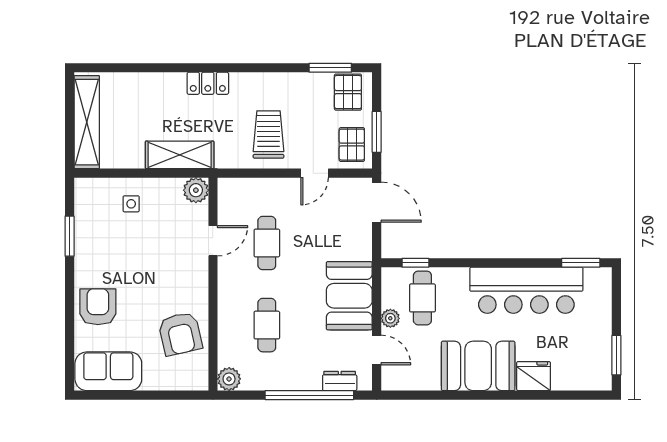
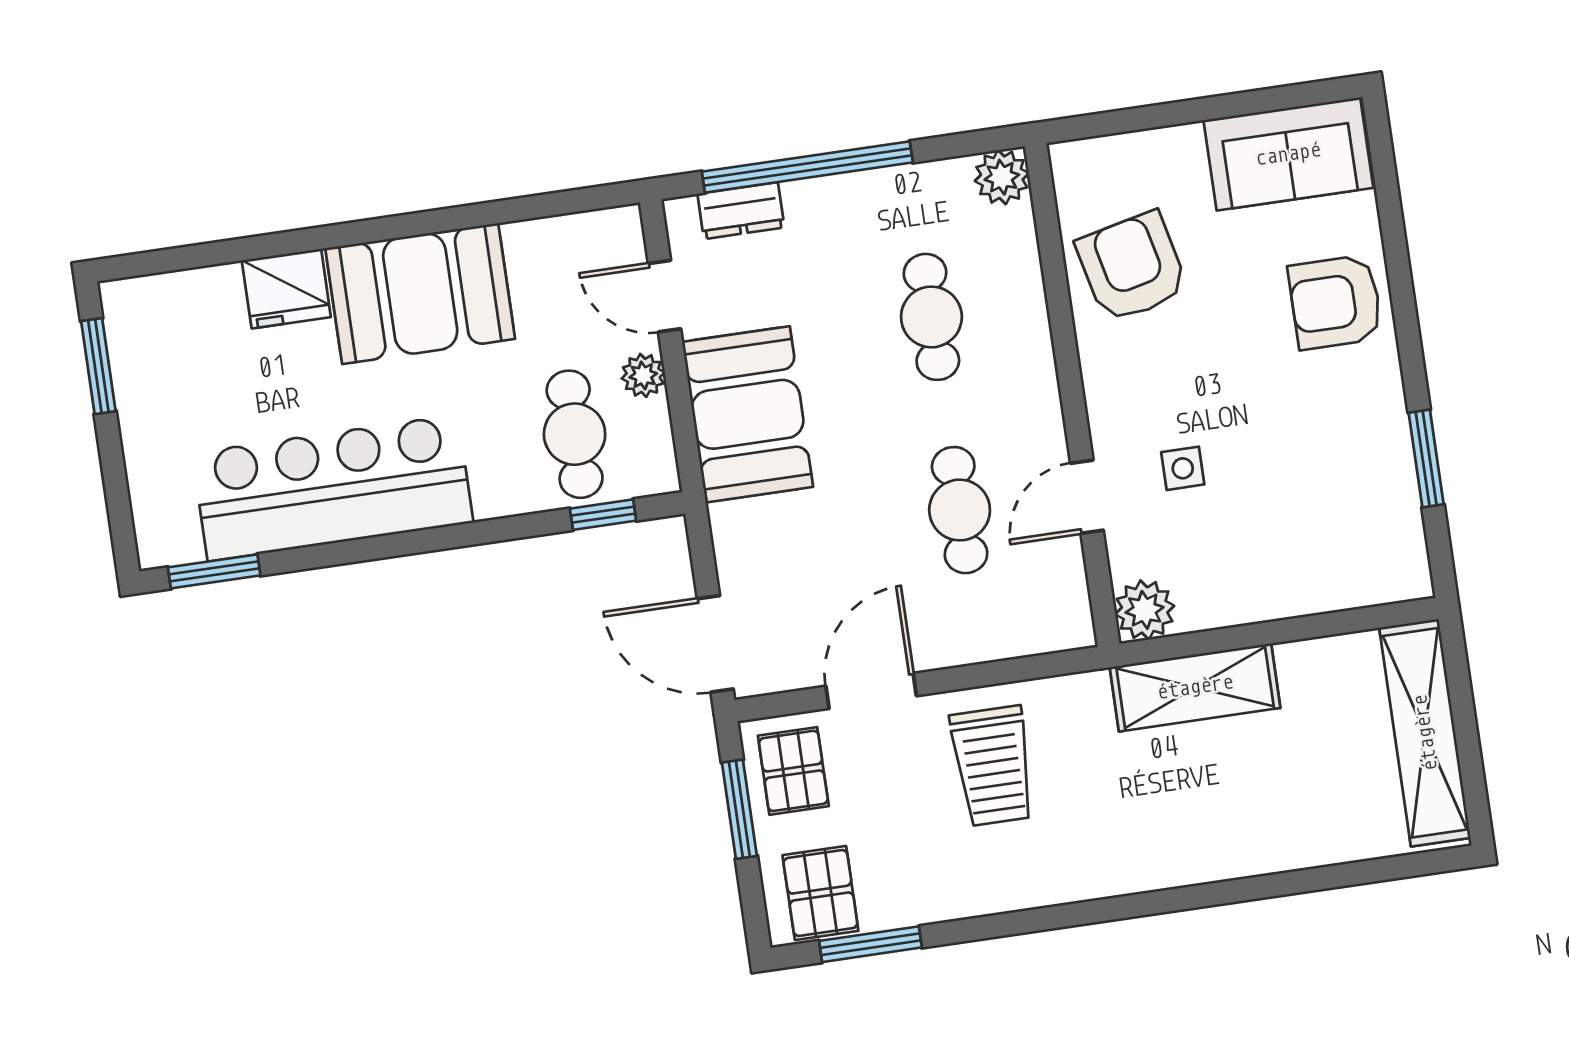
locker: (208, 83) -> (1153, 866), removed
door: (315, 173) -> (871, 691), width x1.37
side table: (131, 204) -> (1183, 468), moved
armchair: (98, 307) -> (1335, 302), turned 90

